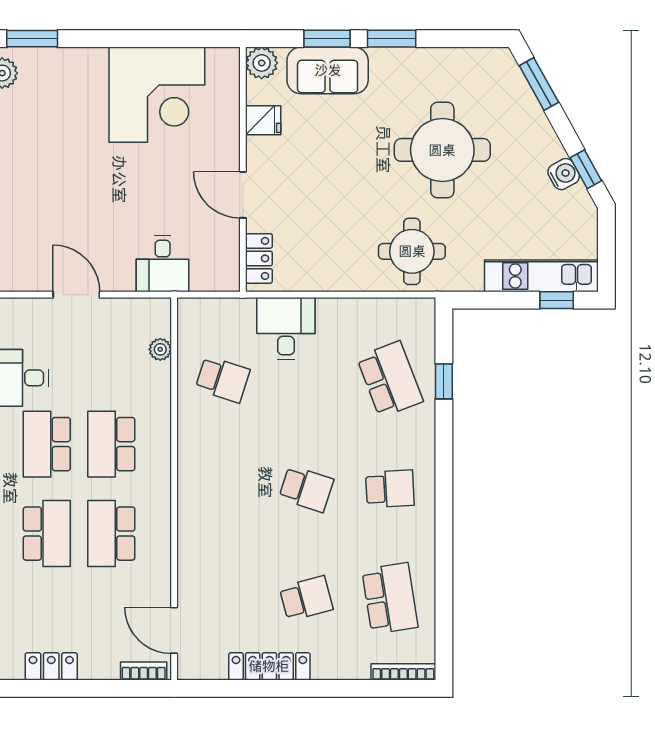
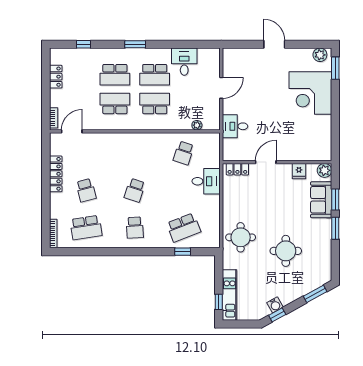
corner desk: (157, 95) -> (310, 93), moved
round table: (442, 150) -> (286, 251), width x0.73, depth x0.73
school desk: (47, 444) -> (155, 75), turned 180

